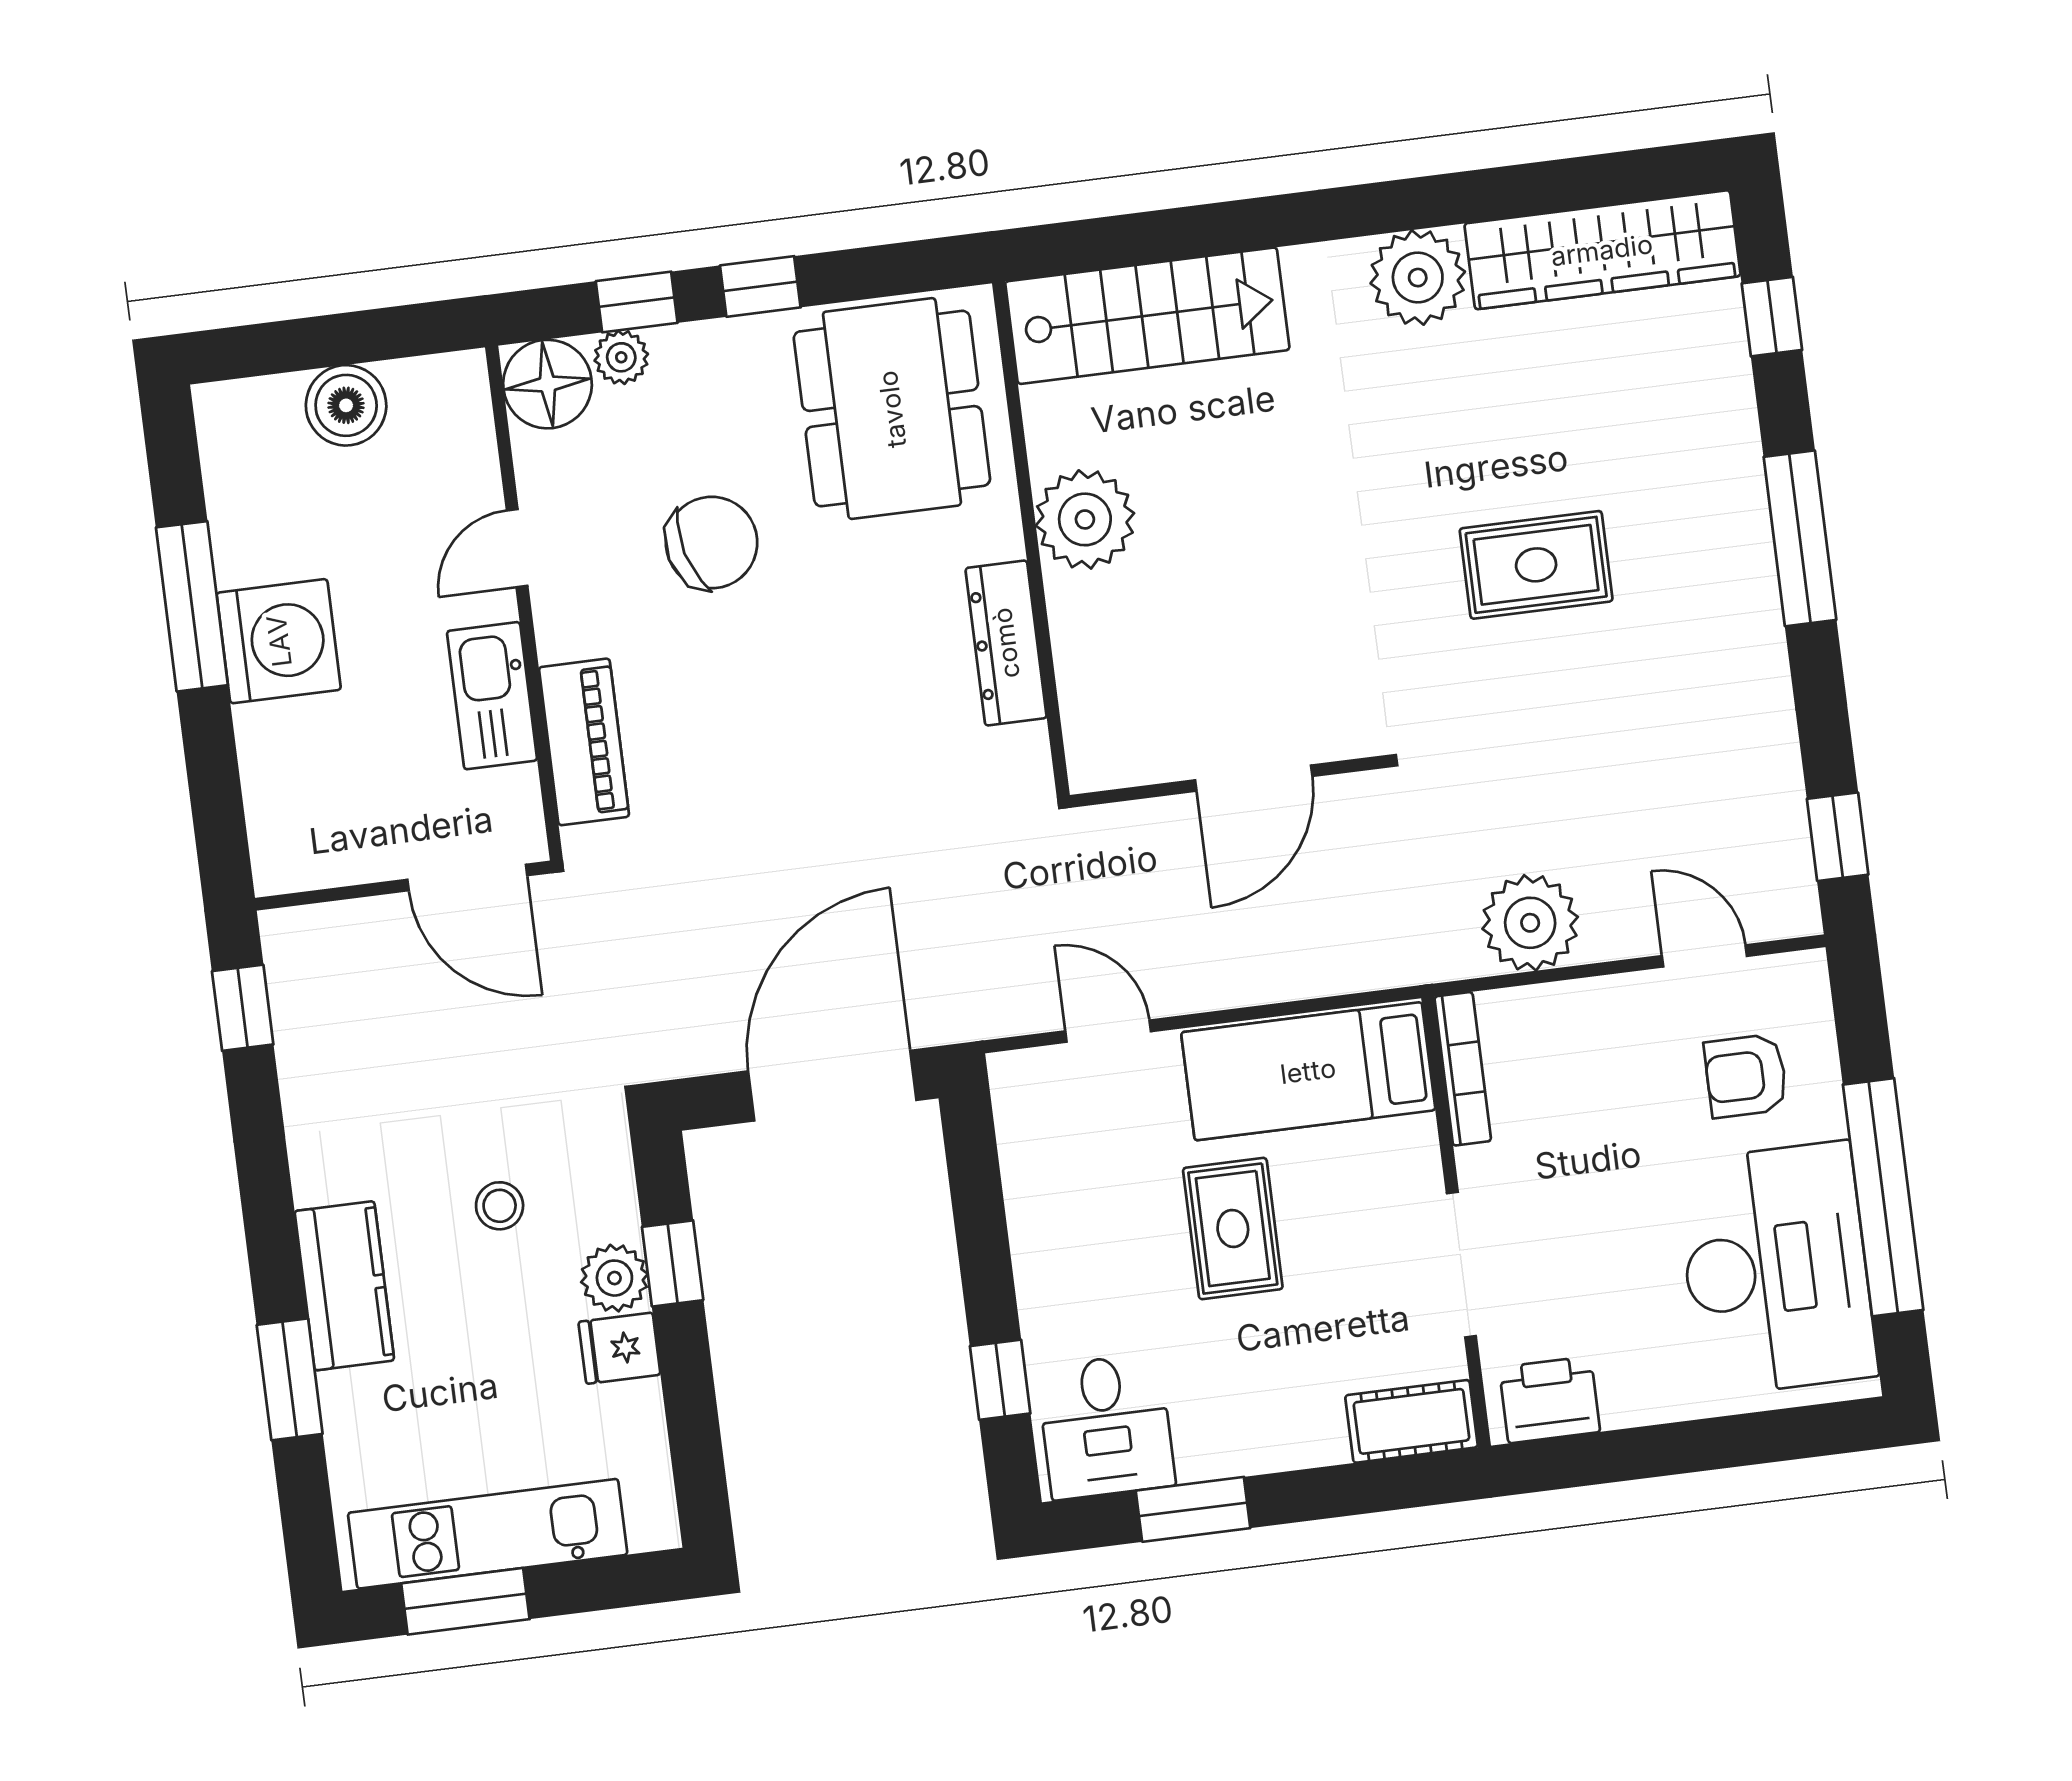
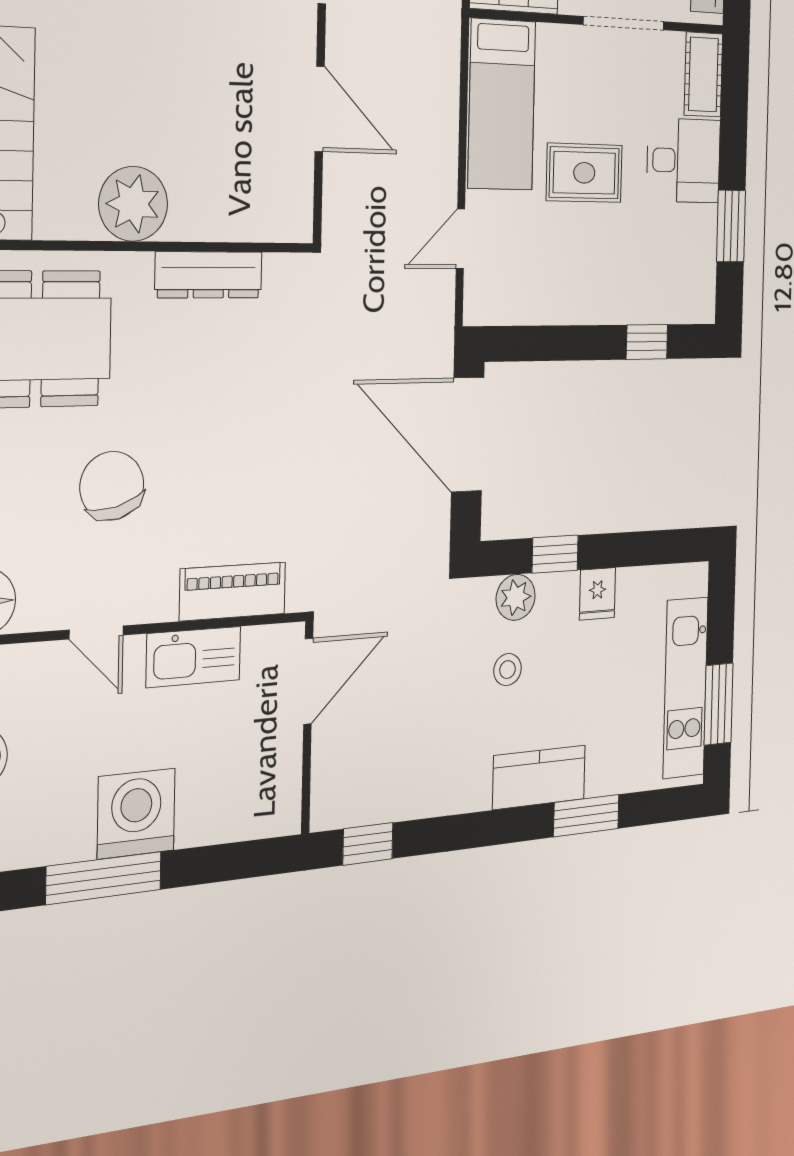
plant: (614, 1278) -> (516, 597), moved
desk: (1106, 1426) -> (684, 160), moved

